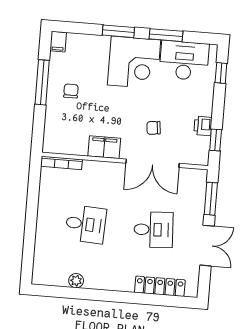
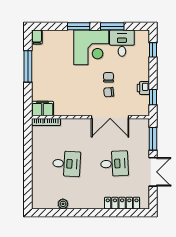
desk: (184, 61) -> (122, 43), width x0.73
chair: (71, 91) -> (108, 77), moved
filing cabinet: (104, 147) -> (43, 109), moved

